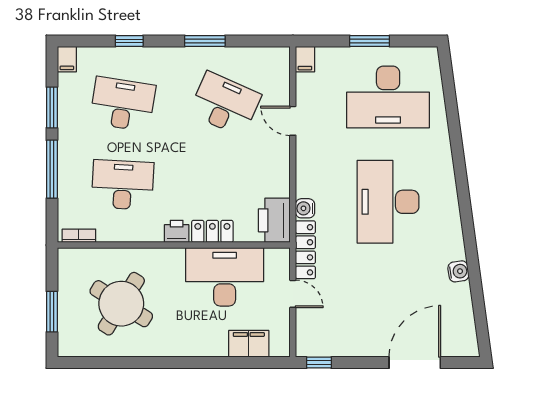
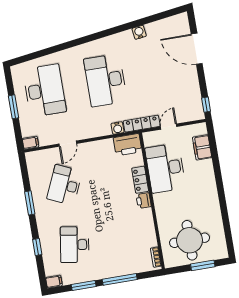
desk: (123, 185) -> (122, 237), removed
desk: (388, 202) -> (105, 80), turned 90
round table: (121, 304) -> (190, 240), moved, turned -32

